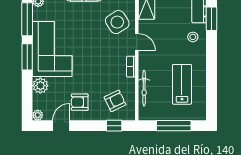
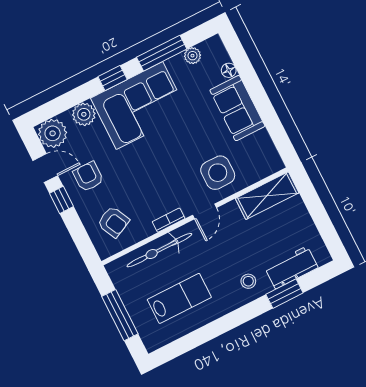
side table: (117, 22) -> (218, 173), turned 33
window: (27, 57) -> (113, 78), width x0.67
bicycle: (144, 88) -> (159, 250), width x1.37, depth x1.40
plant: (38, 115) -> (53, 133), width x1.88, depth x1.88
window: (114, 126) -> (61, 200), moved

